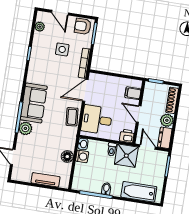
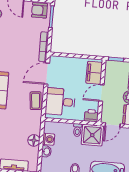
side table: (62, 49) -> (21, 35), removed
filing cabinet: (133, 93) -> (94, 73), width x2.00
door: (139, 114) -> (101, 93), hinge flipped
washbasin: (83, 144) -> (46, 151), moved
door: (147, 147) -> (113, 125), swing flipped

